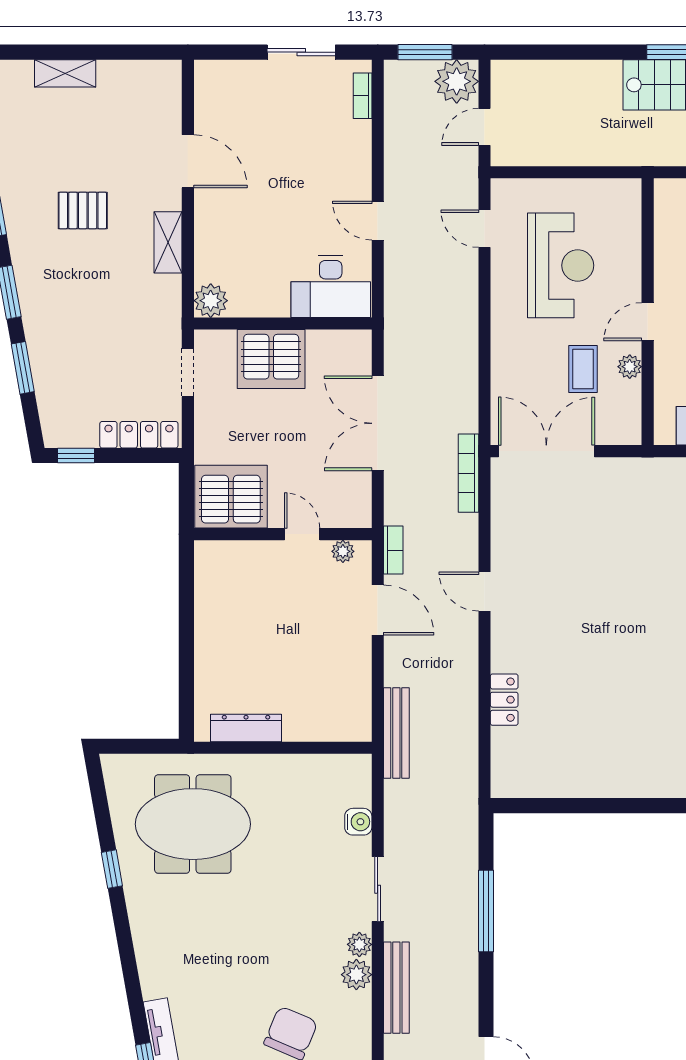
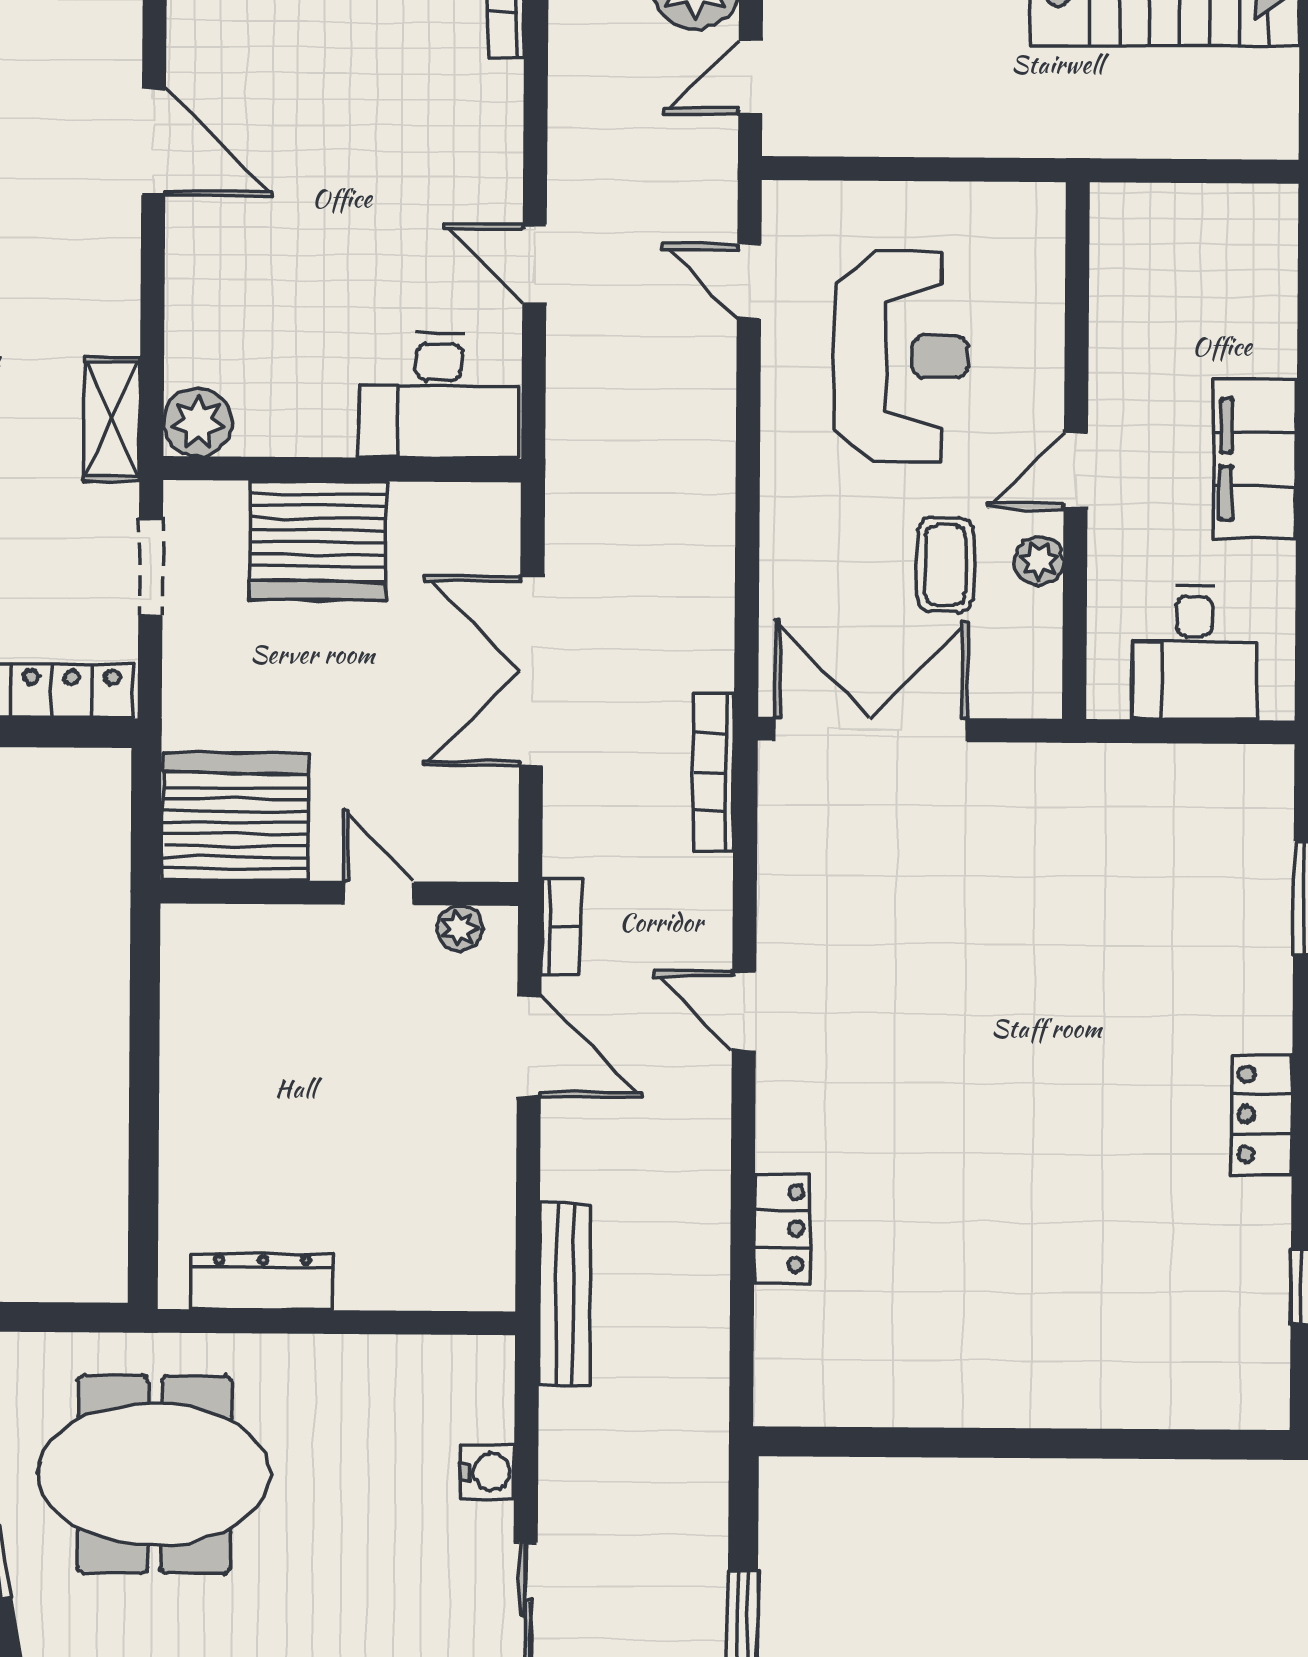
shelving: (168, 242) -> (112, 419), moved

